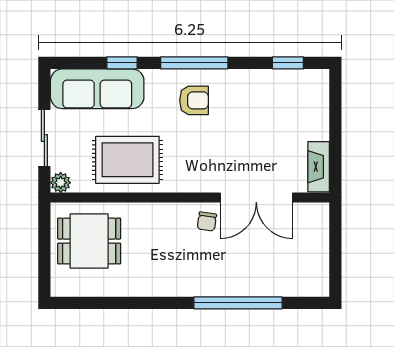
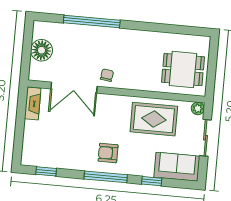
sofa: (97, 89) -> (177, 167), width x0.73
double door: (256, 197) -> (74, 88), swing flipped
floor lamp: (312, 251) -> (41, 50), added

